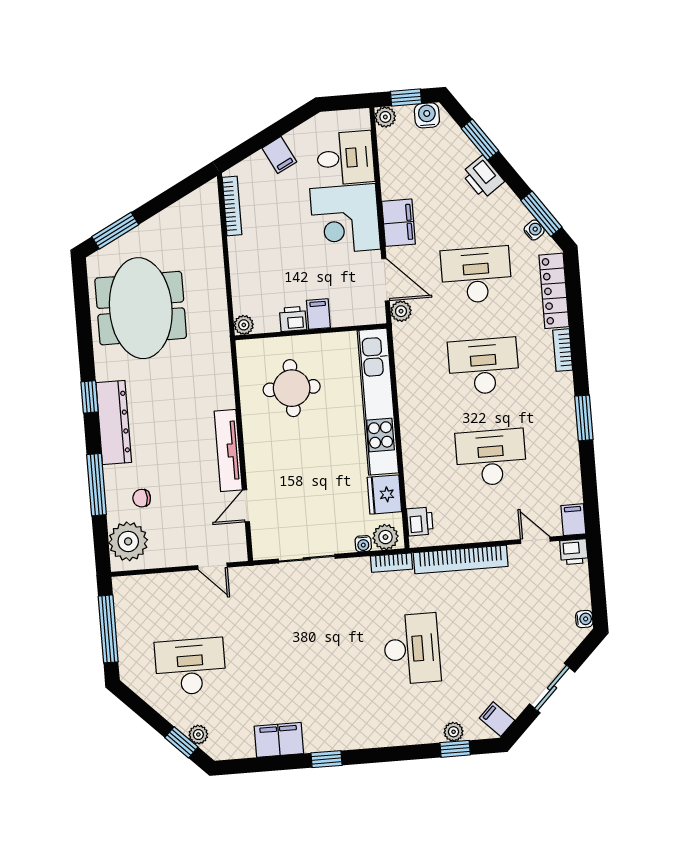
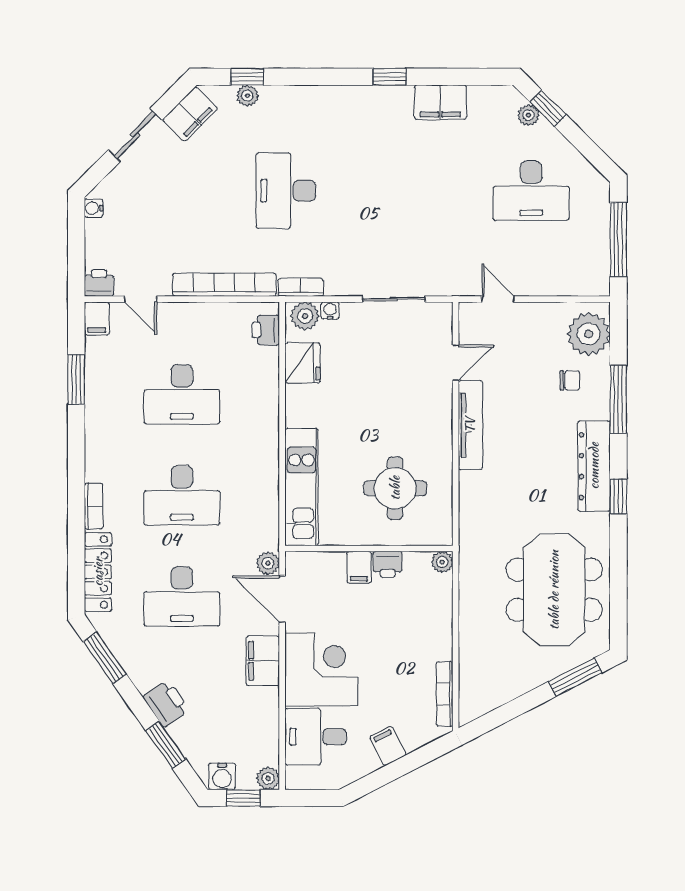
water cooler: (534, 230) -> (114, 641), removed
kitchen unit: (378, 402) -> (301, 487), width x0.73
window: (584, 418) -> (76, 379), moved
filing cabinet: (497, 719) -> (190, 114), width x2.00

